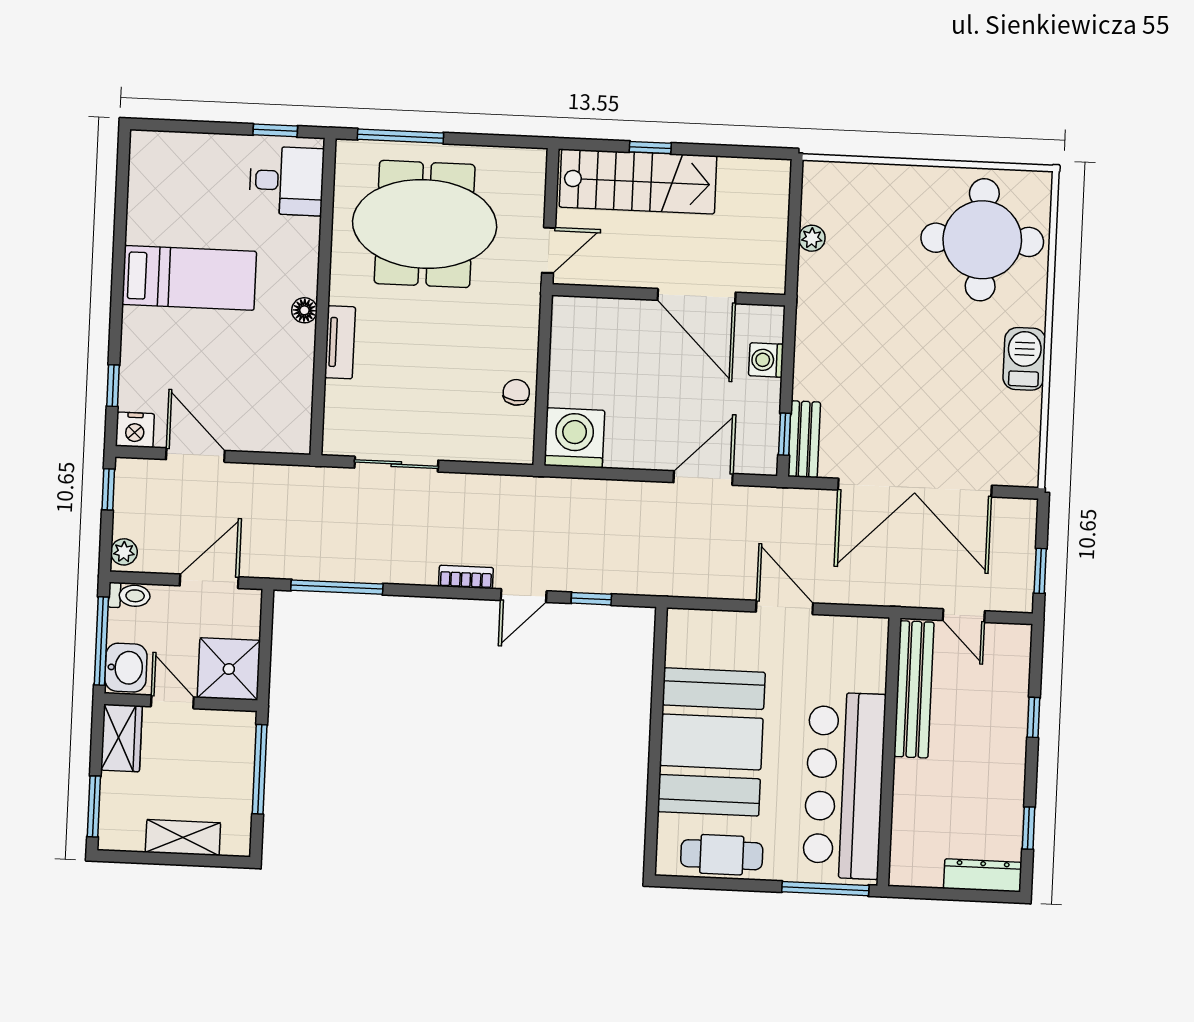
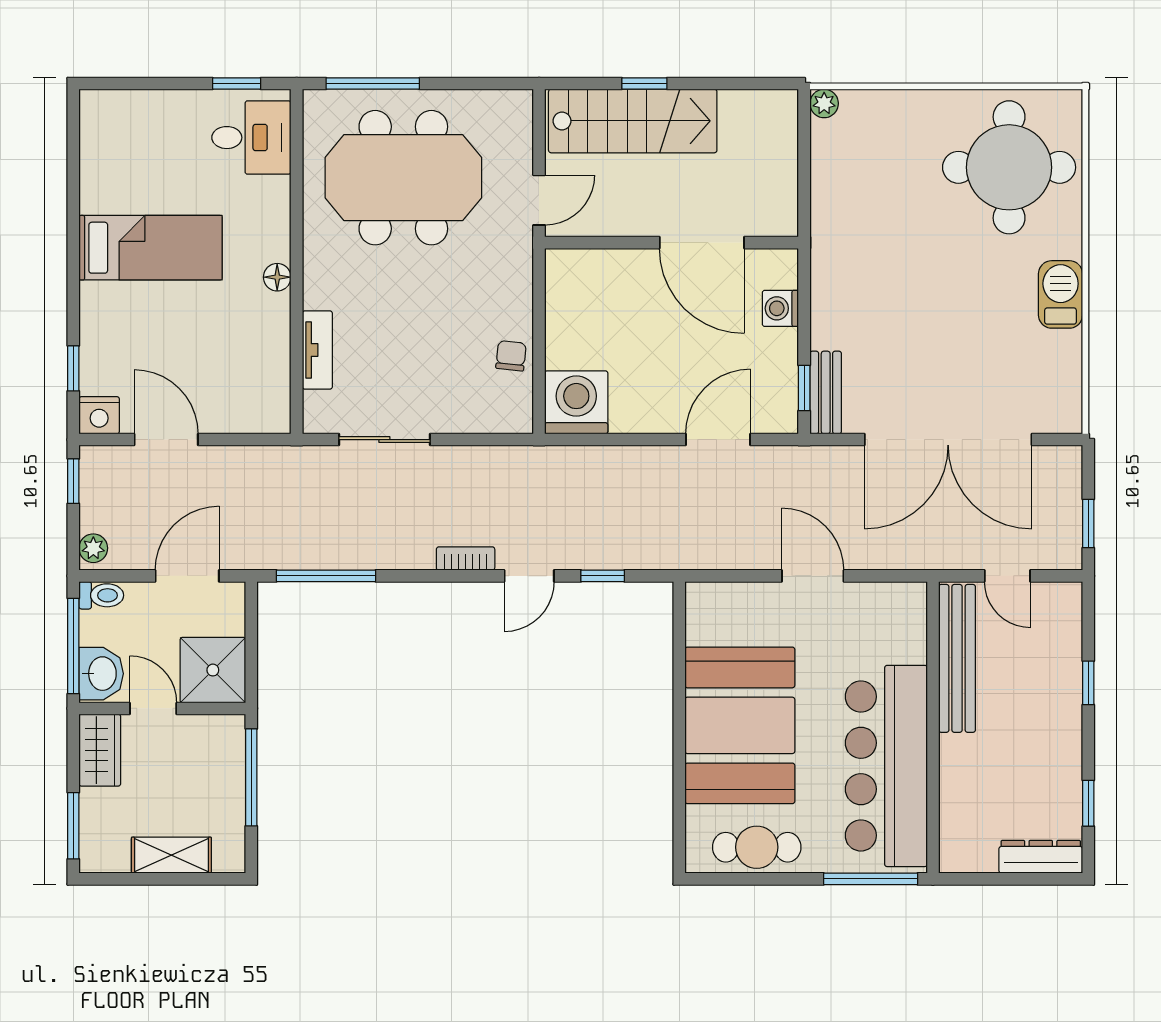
plant: (812, 238) -> (824, 103), moved
tv unit: (340, 342) -> (317, 350), moved

